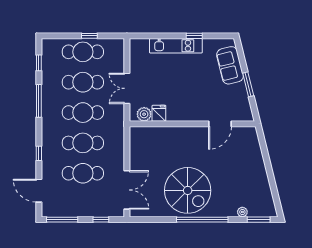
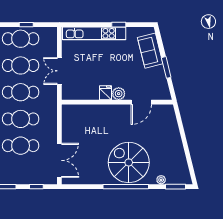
kitchen unit: (176, 46) -> (94, 33), width x1.36
fridge: (159, 113) -> (105, 93), moved
plant: (144, 114) -> (119, 94), moved
spiral stairs: (188, 190) -> (129, 162), moved, turned 180

